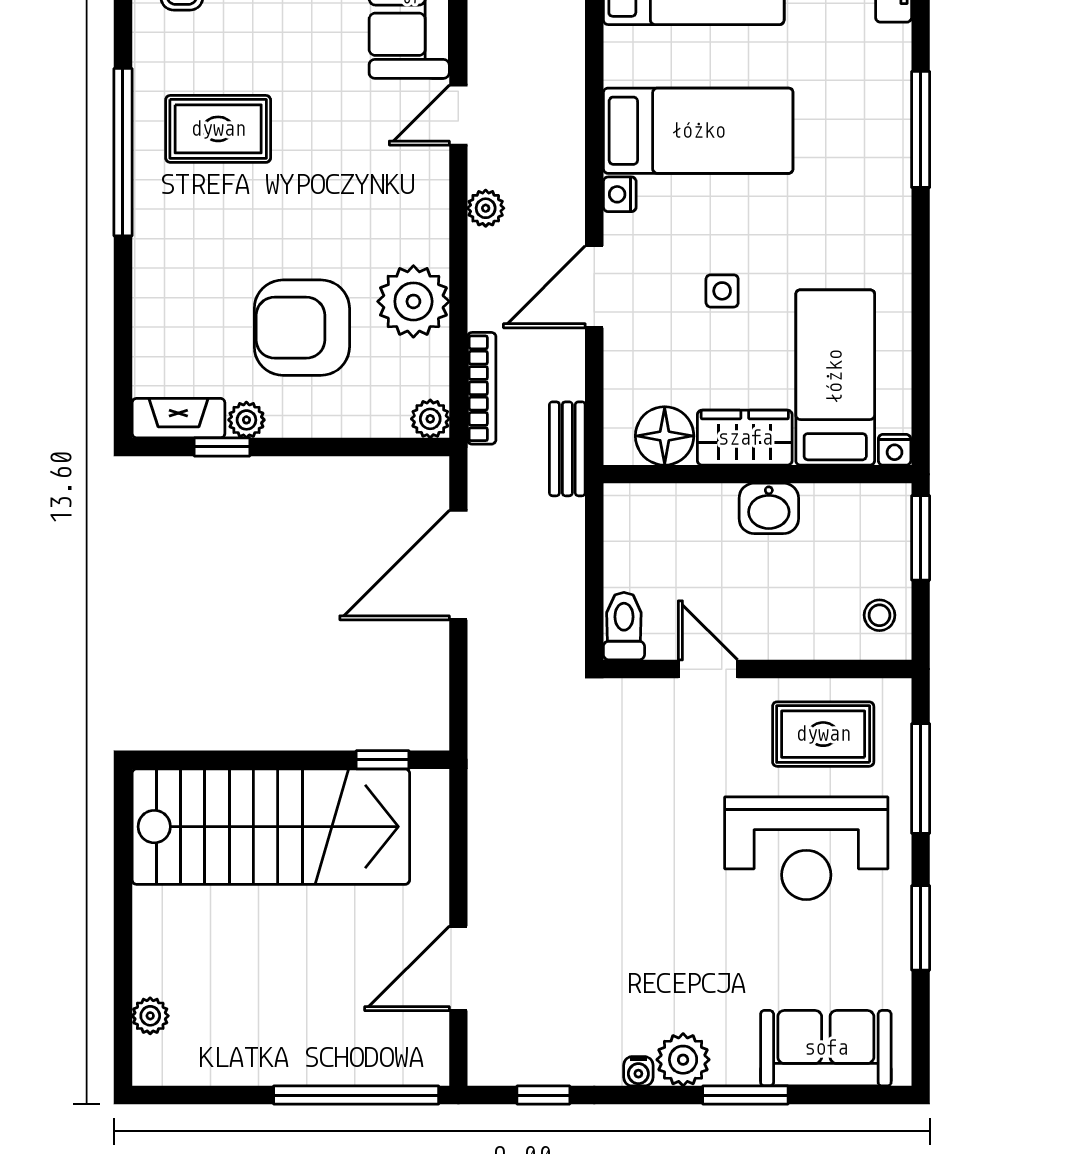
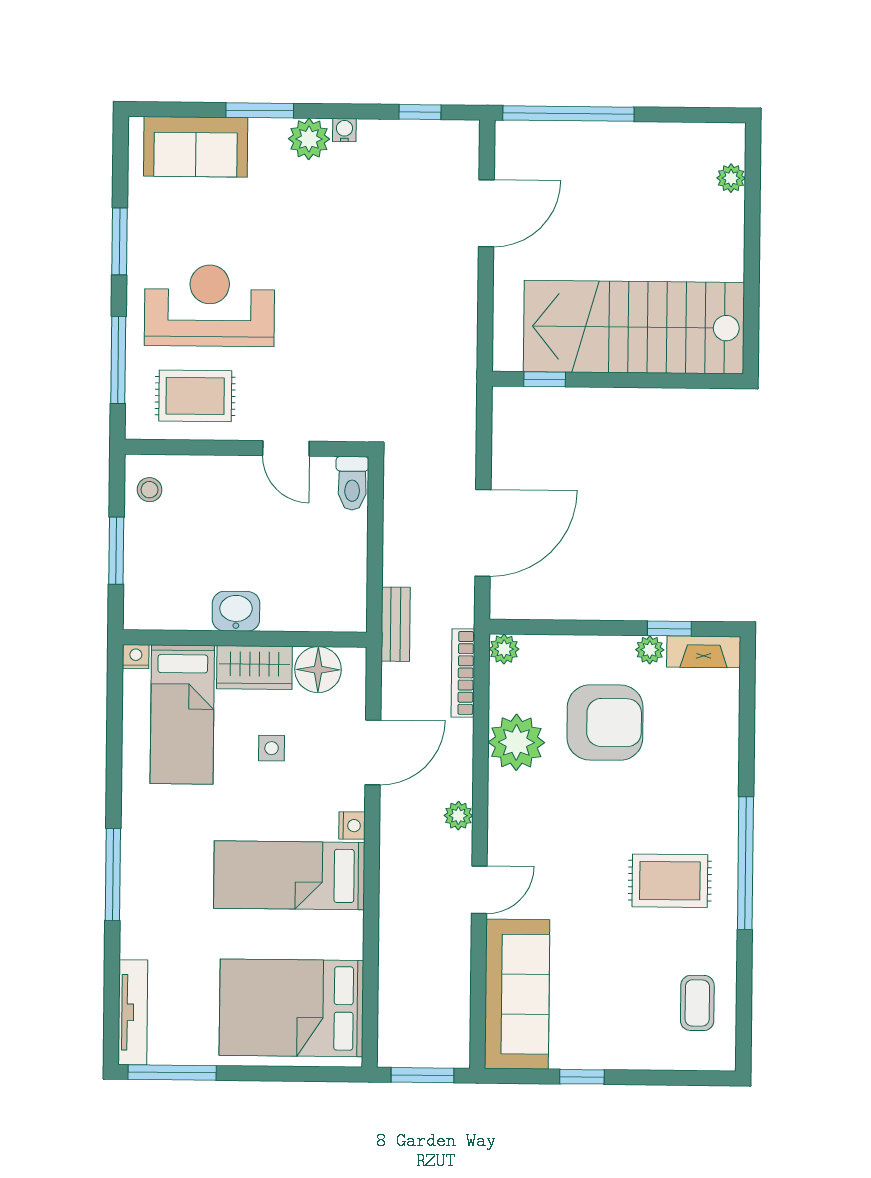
bed: (835, 377) -> (182, 714), moved
floor lamp: (665, 436) -> (318, 670), moved
wardrobe: (745, 438) -> (254, 668), moved
nightstand: (895, 450) -> (136, 657), moved
wall: (757, 474) -> (245, 638), moved
washbasin: (769, 508) -> (236, 611), moved

